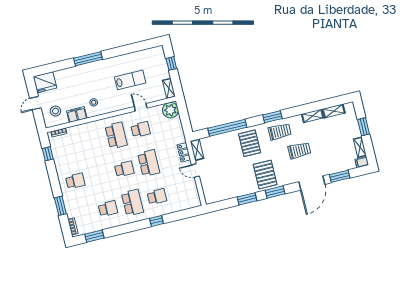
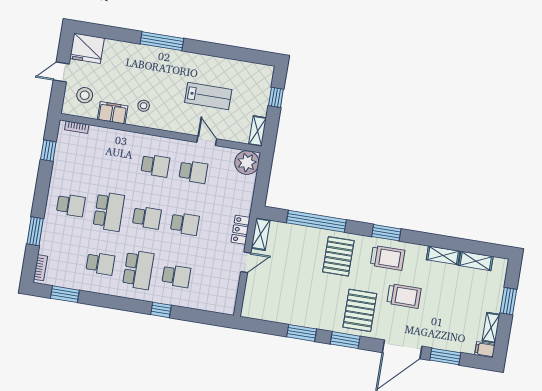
school desk: (116, 135) -> (155, 166), width x0.54
school desk: (149, 163) -> (185, 224), width x0.54
door: (195, 171) -> (246, 262), swing flipped
school desk: (100, 175) -> (109, 211), added
pallet: (265, 175) -> (360, 310), moved

